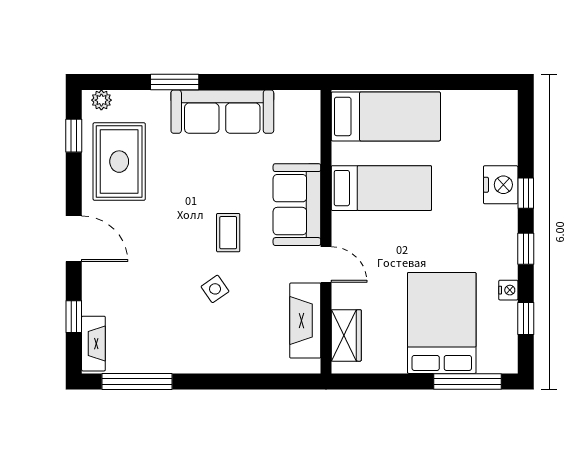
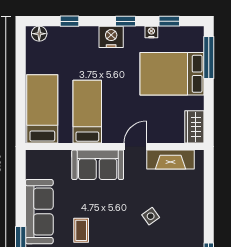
floor lamp: (506, 111) -> (39, 34), added
nightstand: (501, 185) -> (111, 37), moved
window: (526, 193) -> (69, 21), moved
coffee table: (228, 233) -> (81, 230), moved, turned 90
wardrobe: (346, 335) -> (194, 127), moved, turned -90

